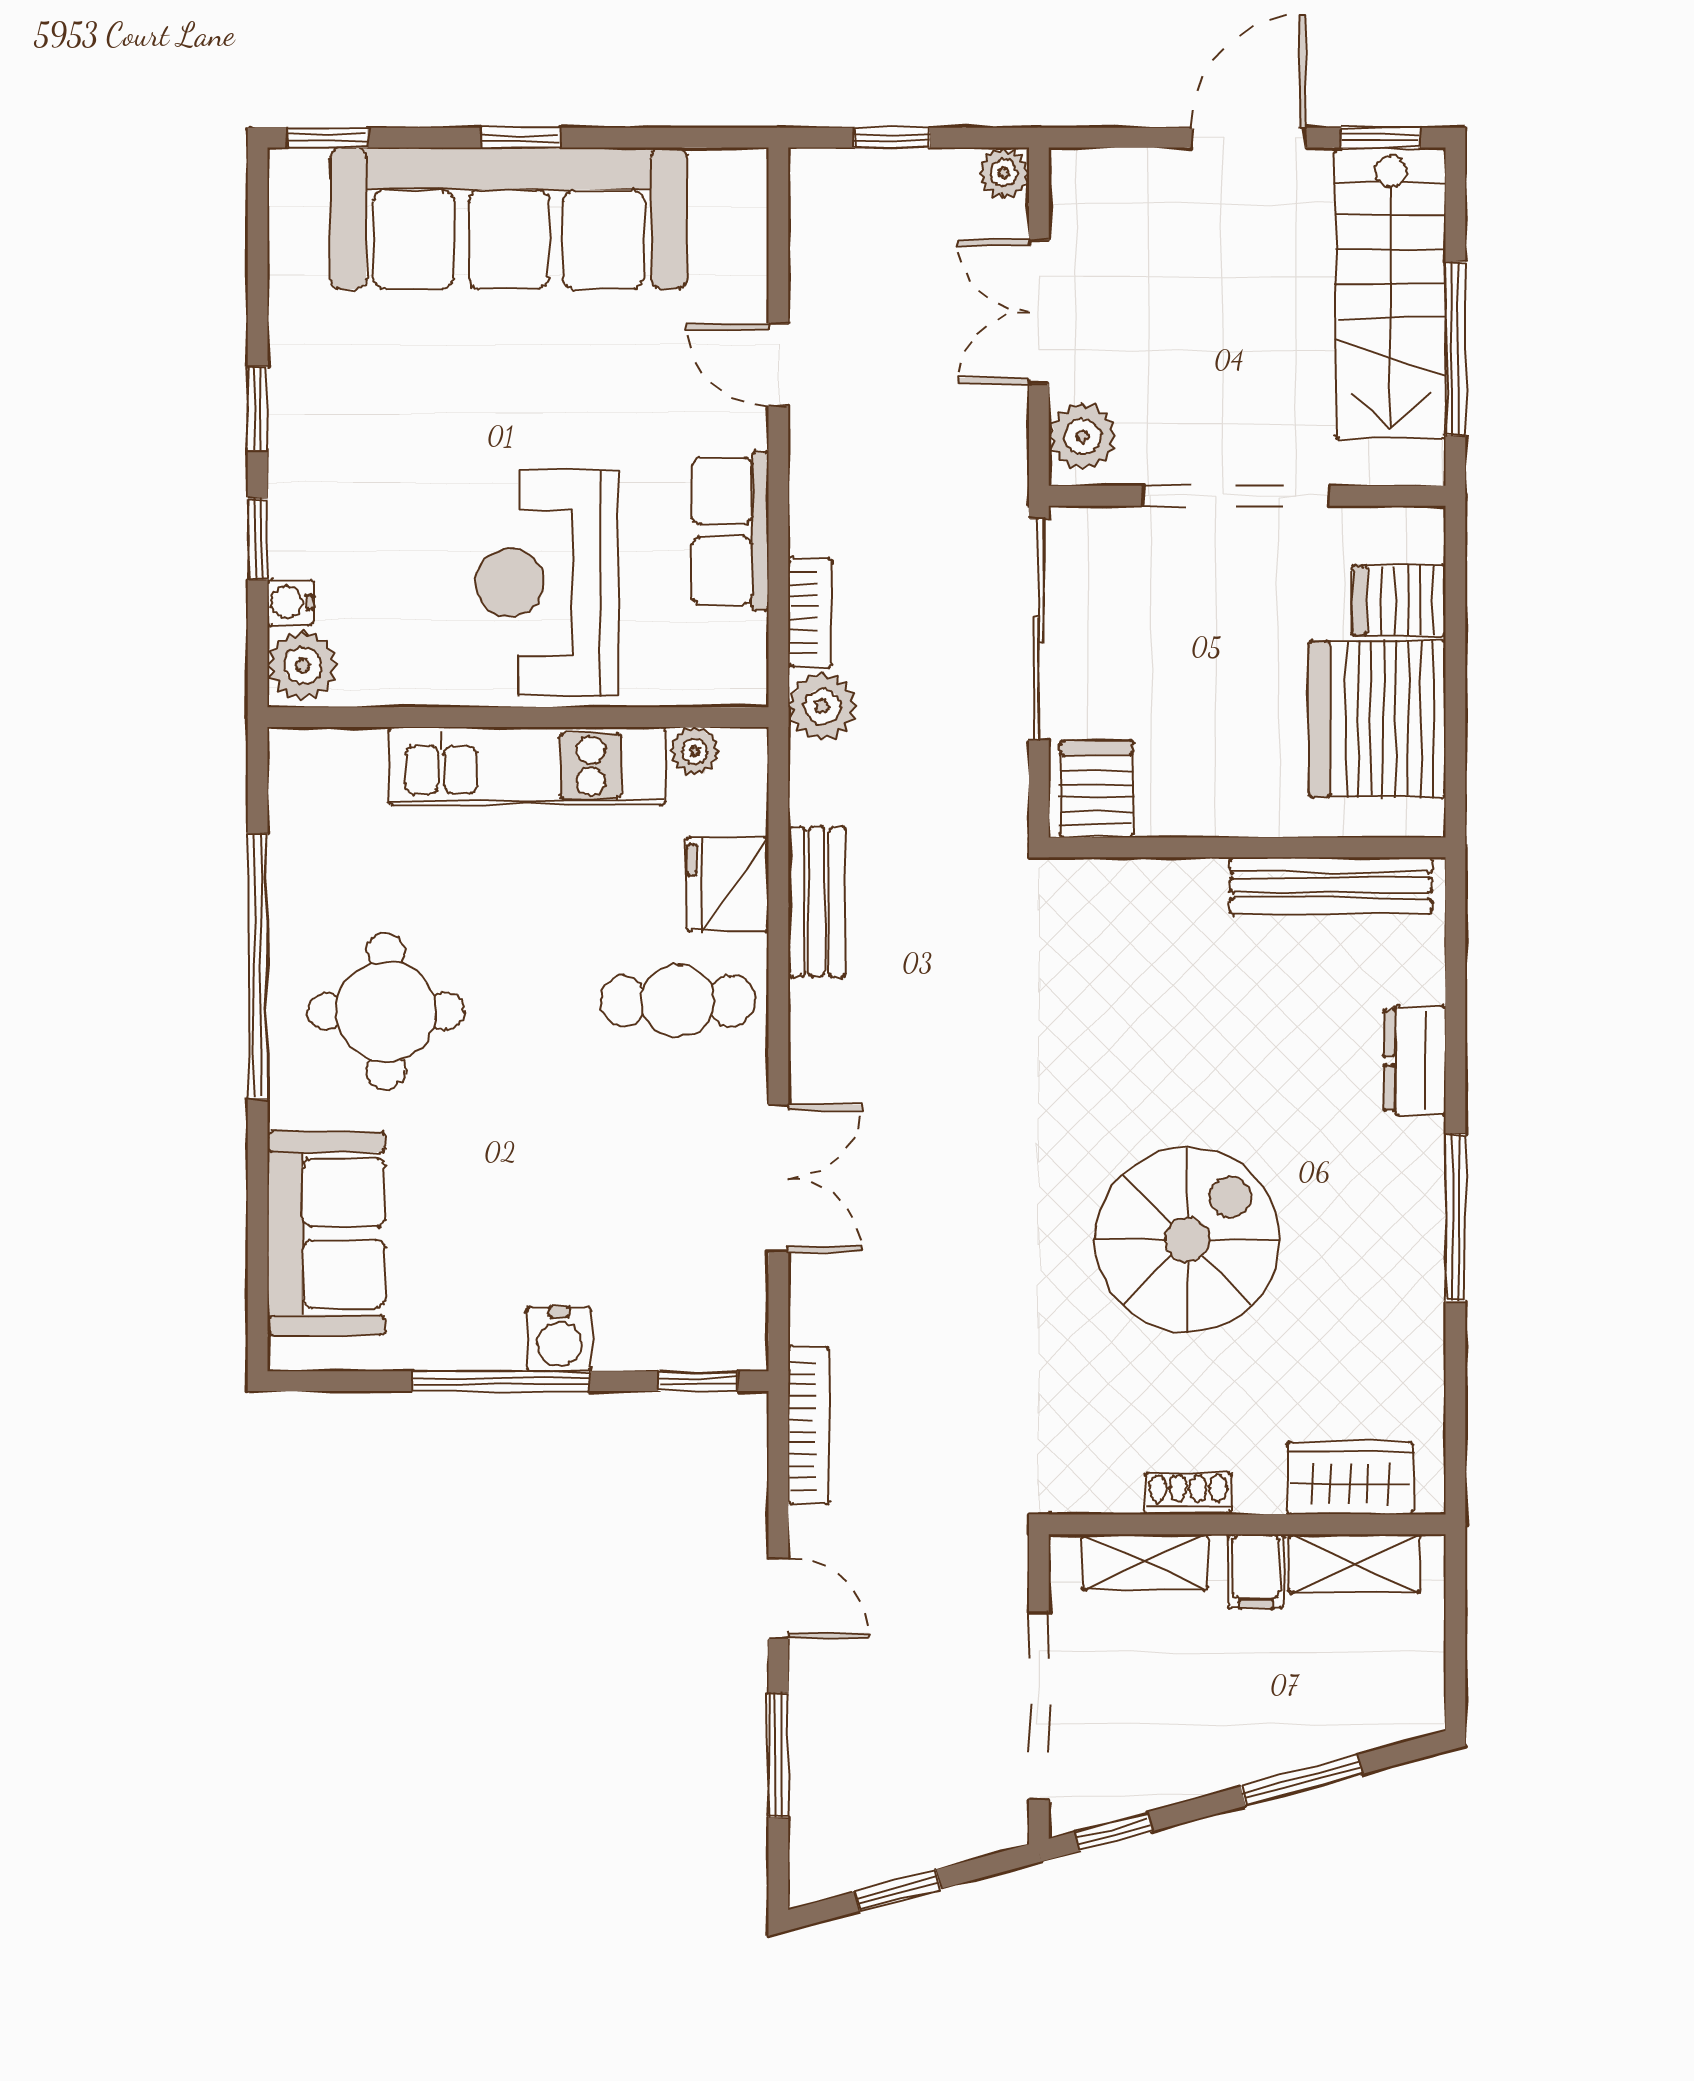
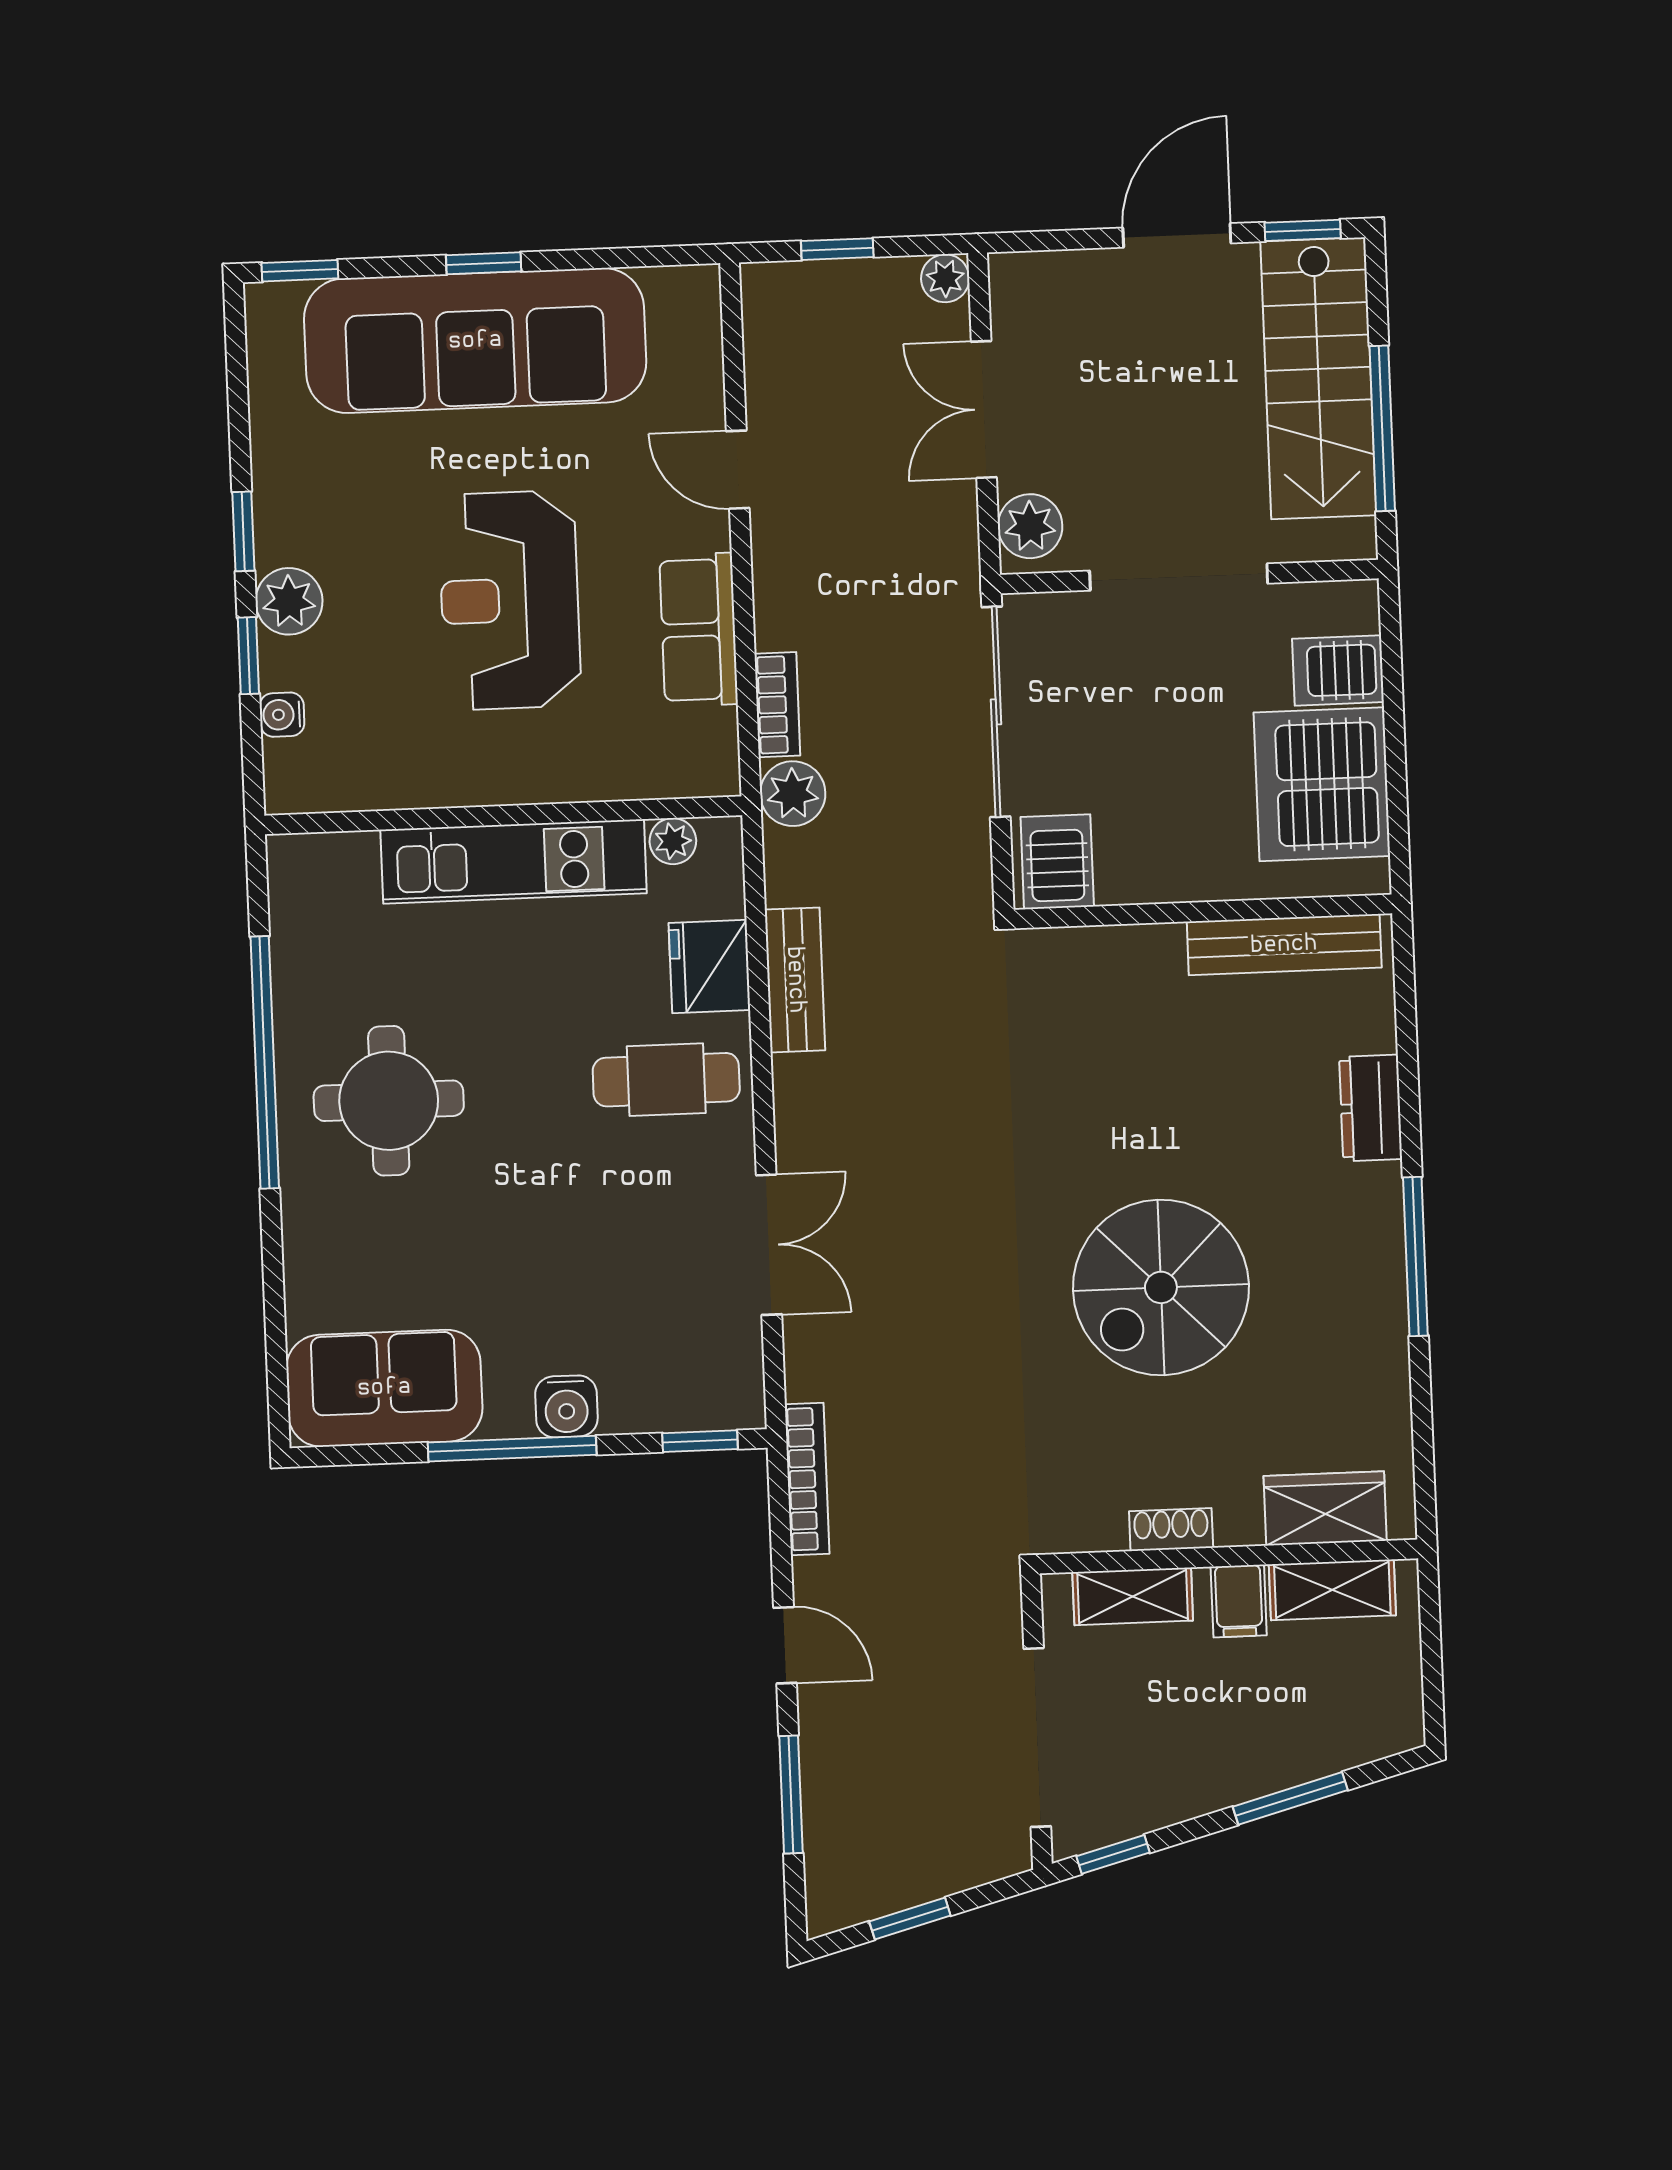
reception desk: (547, 583) -> (510, 600), moved
plant: (303, 665) -> (289, 601), moved
sofa: (326, 1233) -> (384, 1388), moved, turned -90
spiral stairs: (1187, 1239) -> (1161, 1287), turned 180

